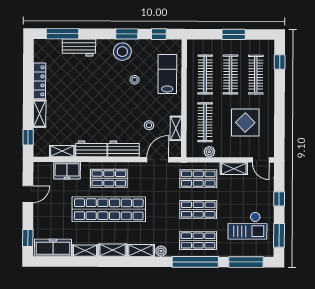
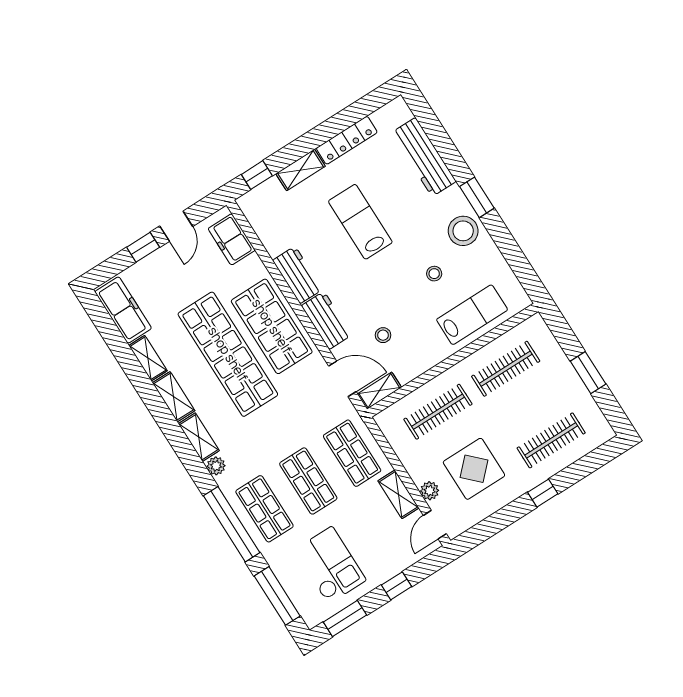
window: (62, 34) -> (434, 130), removed
window: (127, 34) -> (477, 197), moved
window: (159, 34) -> (521, 267), removed
workbench: (79, 48) -> (424, 157), width x1.38
window: (280, 62) -> (543, 493), moved
clothes rail: (230, 75) -> (528, 405), removed
lab bench: (85, 100) -> (360, 222), added
shelving: (176, 128) -> (379, 391), moved
shelving: (62, 151) -> (268, 236), removed
plant: (209, 152) -> (430, 491), moved
freezer: (67, 171) -> (232, 239), moved
shop shelf: (109, 178) -> (272, 326), width x1.43, depth x1.36
door: (28, 194) -> (176, 226), hinge flipped
checkout: (247, 226) -> (330, 565), turned 180
window: (28, 238) -> (143, 247), moved

